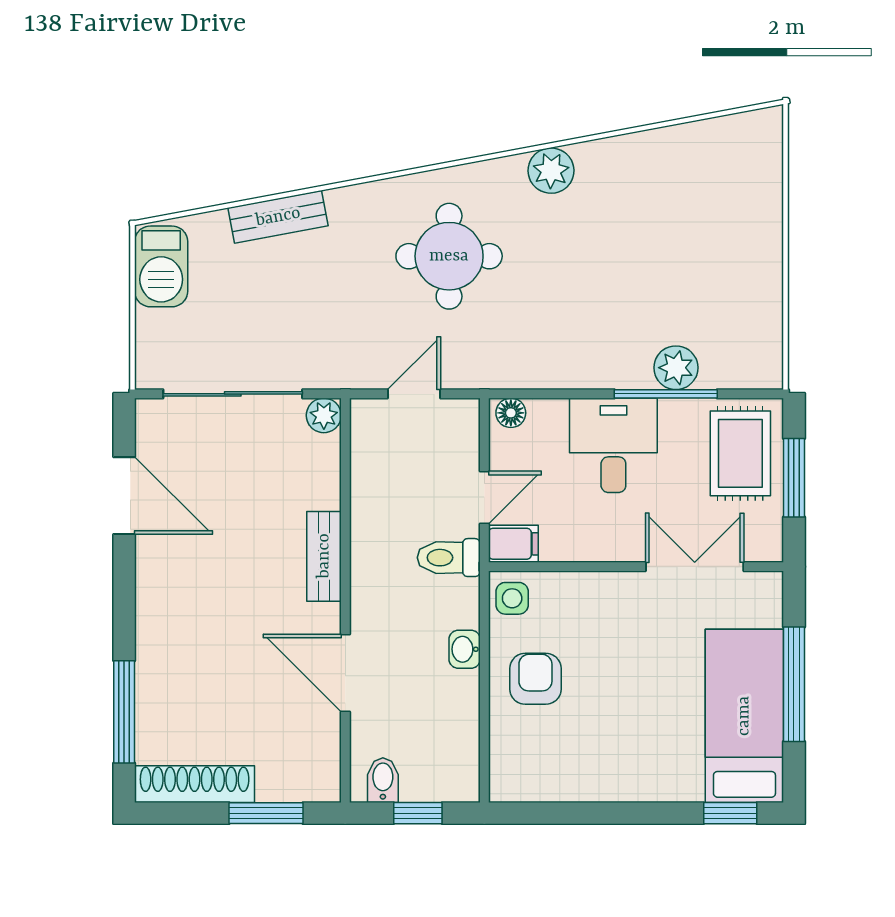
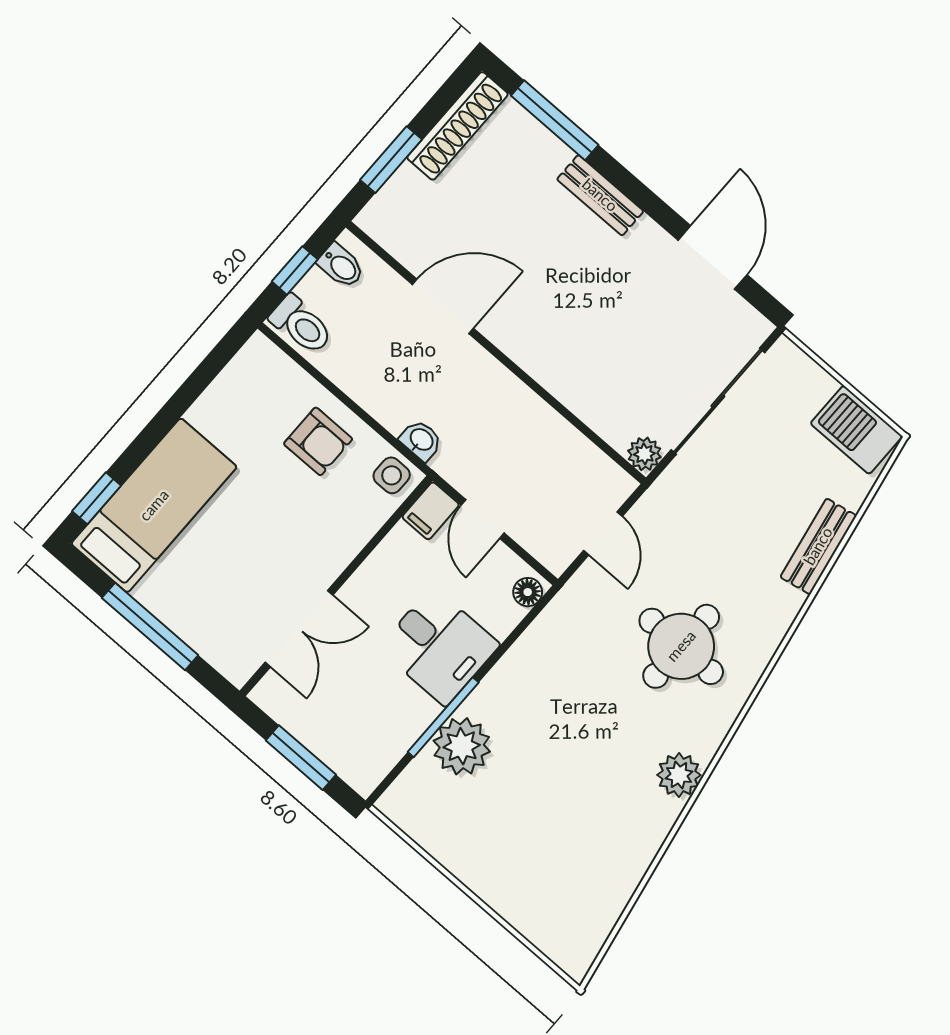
plant: (676, 368) -> (462, 746), width x1.36, depth x1.36
rug: (740, 453) -> (353, 734), removed
door: (124, 496) -> (713, 257), swing flipped
bench: (324, 556) -> (600, 195), moved
toilet: (449, 558) -> (301, 325), moved, turned 90
washbasin: (465, 649) -> (421, 440), moved
bed: (744, 716) -> (154, 505), moved, turned -90

